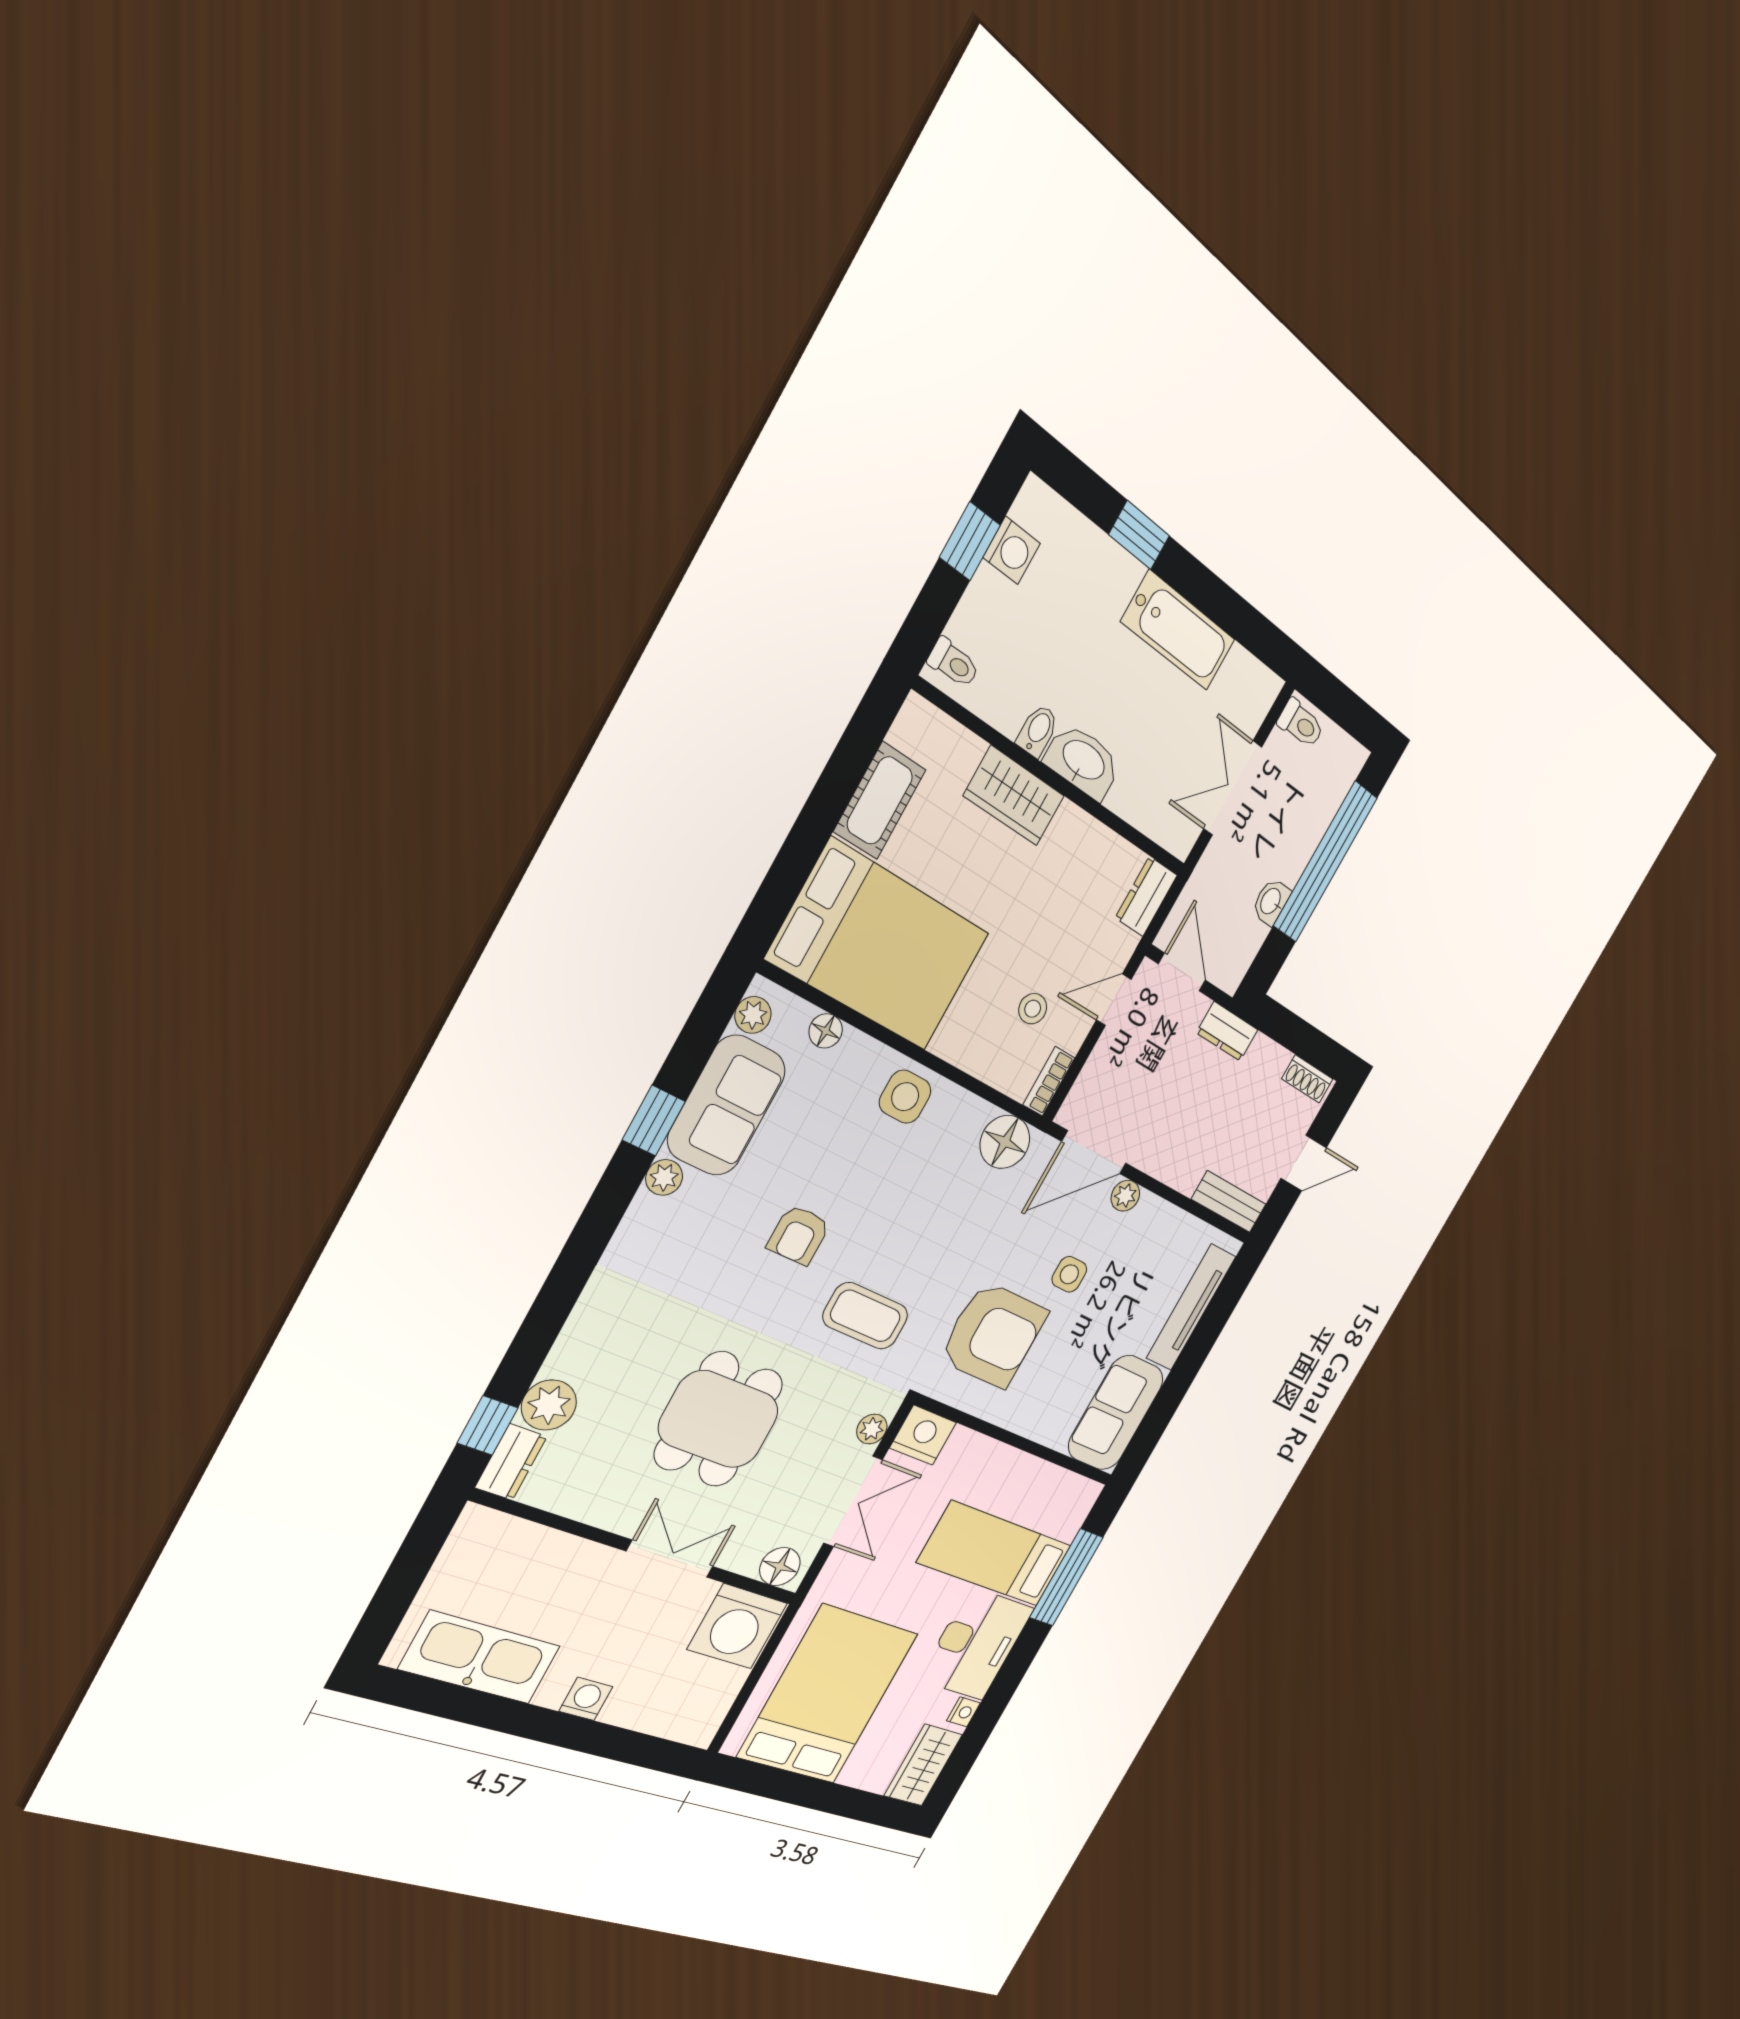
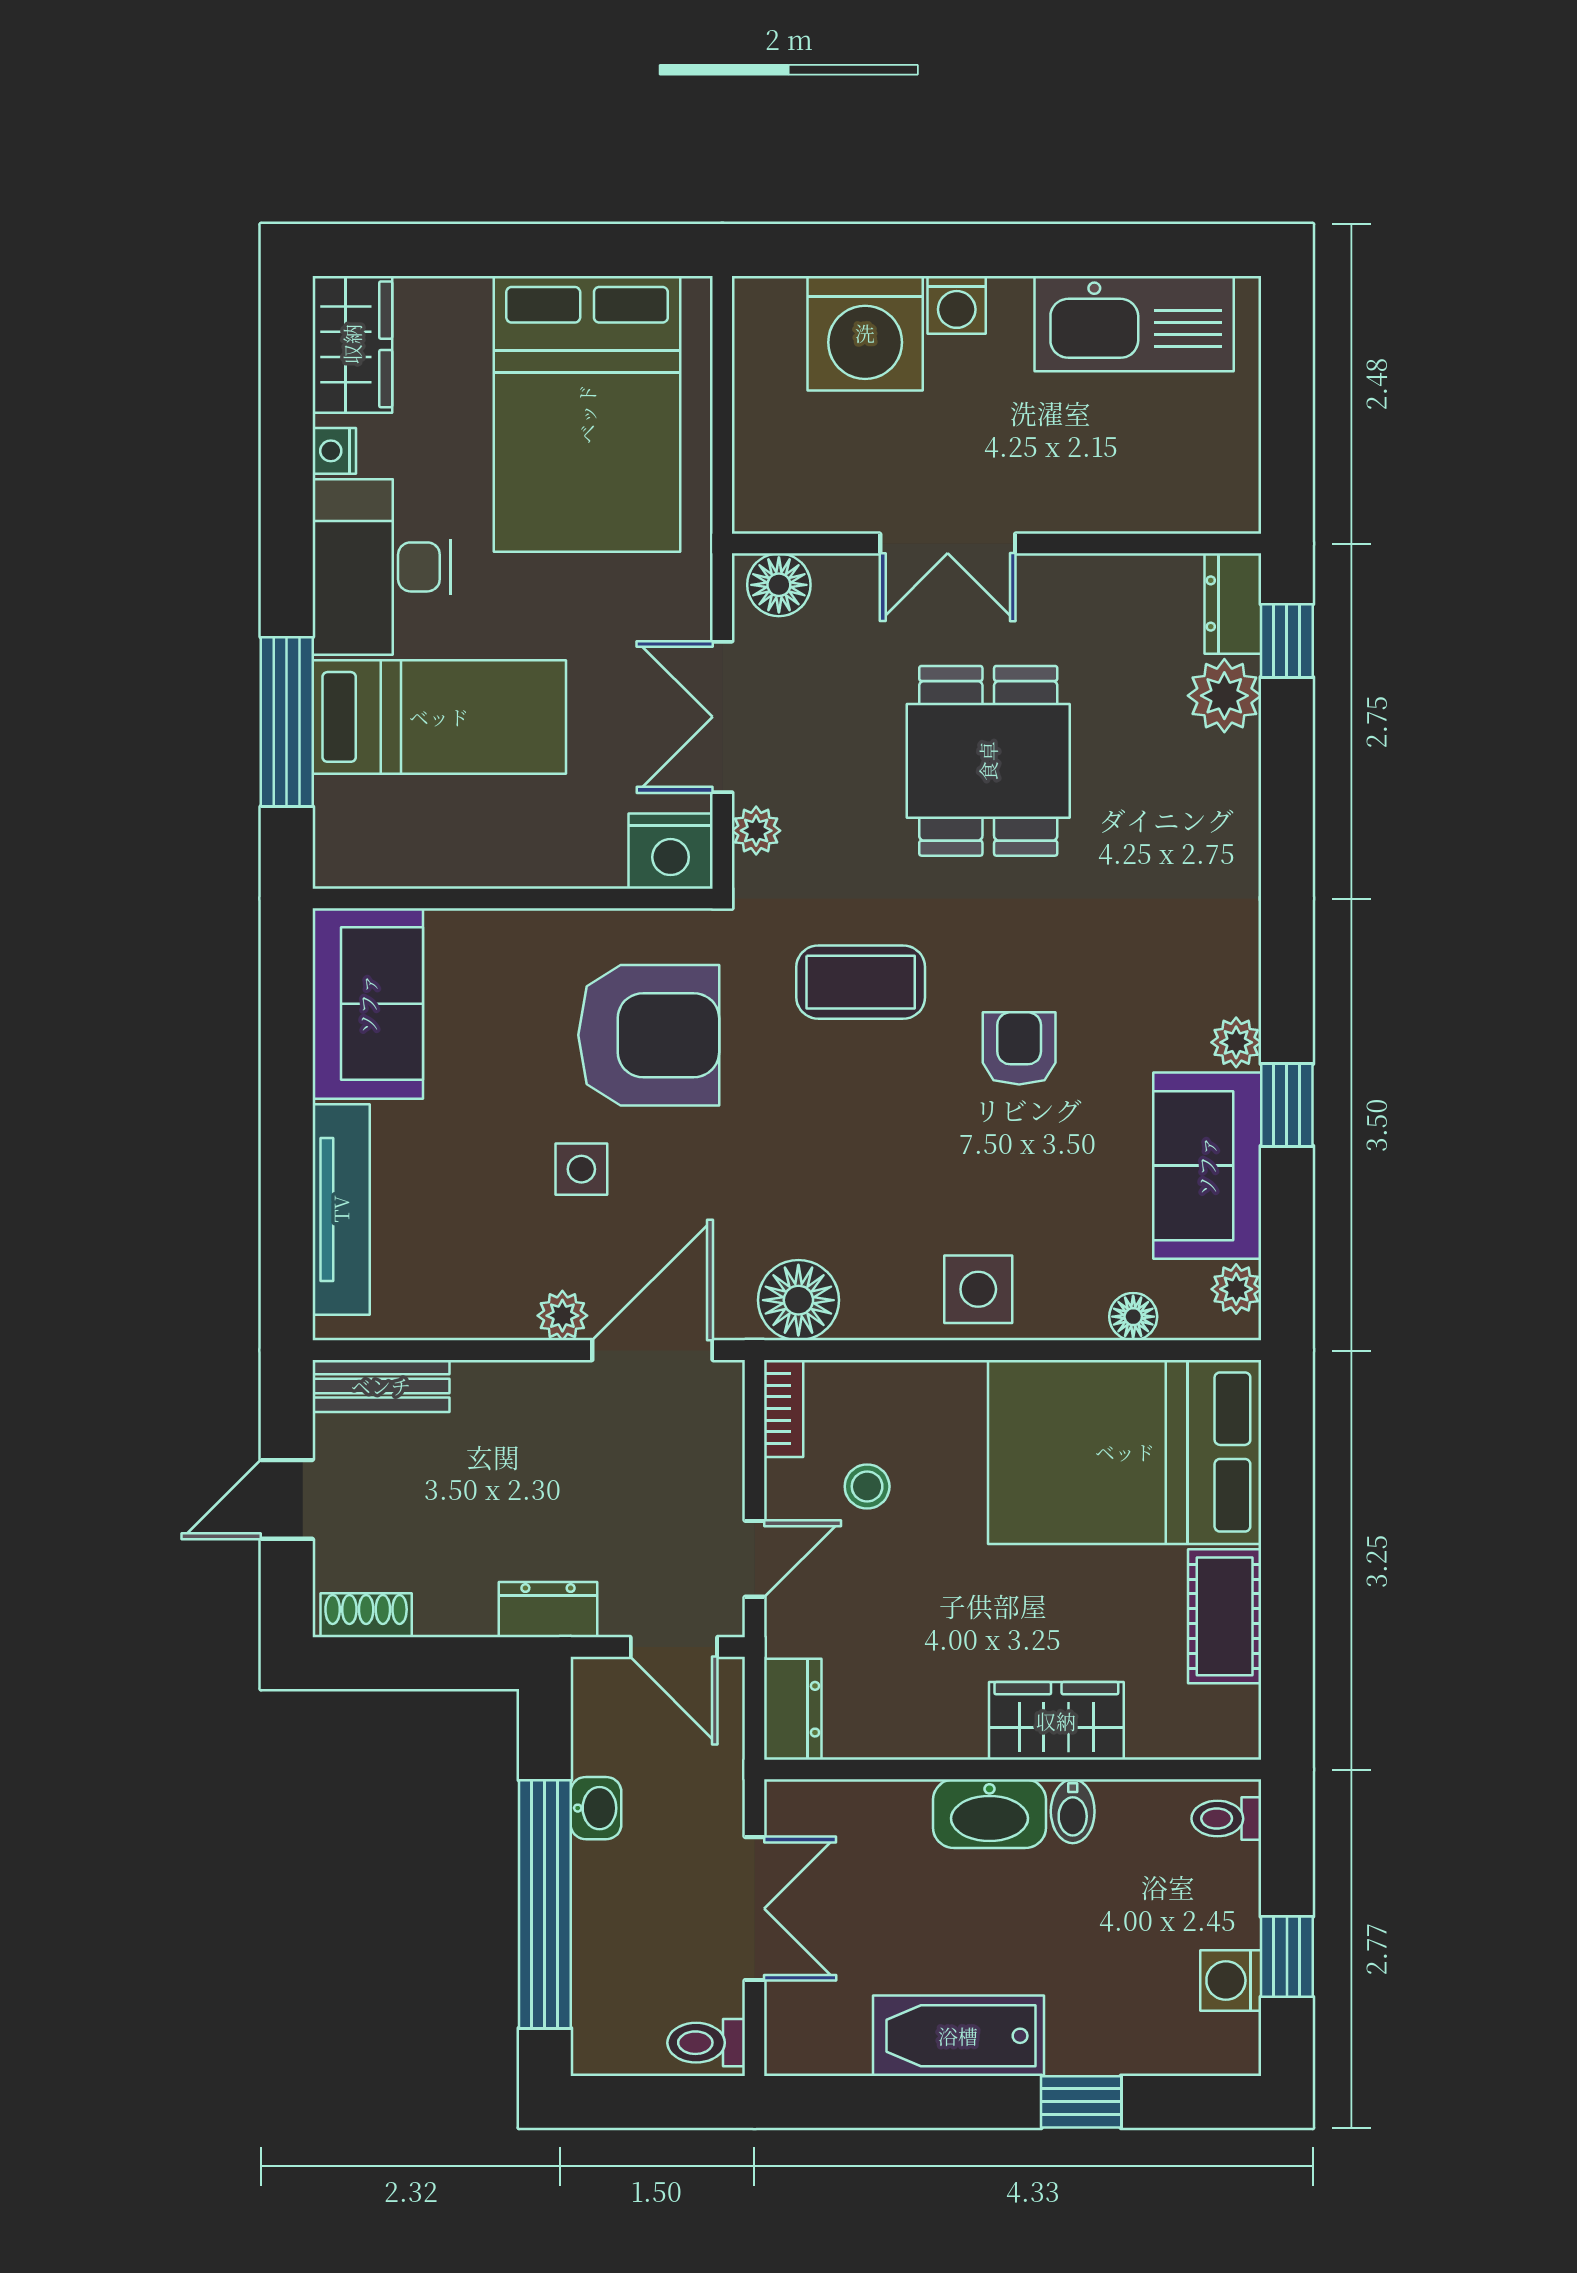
armchair: (993, 1335) -> (649, 1035), turned 180
washing machine: (737, 1626) -> (865, 333), moved, turned 180

